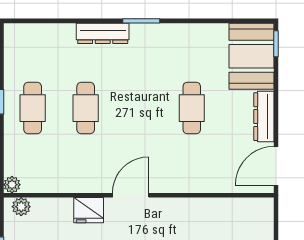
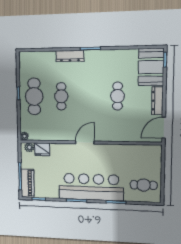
cafe table: (33, 108) -> (34, 96), width x1.37, depth x1.35
fridge: (89, 210) -> (42, 149), moved

